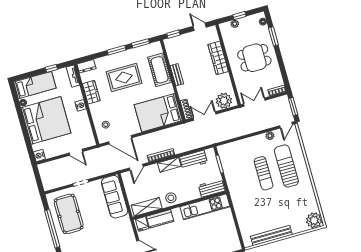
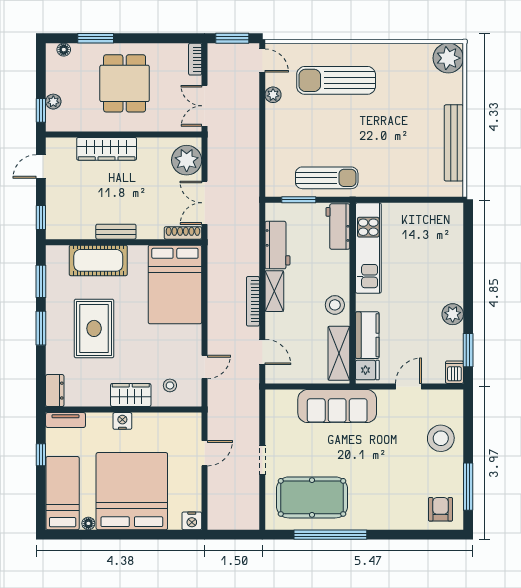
window: (239, 16) -> (41, 110), moved
wardrobe: (91, 92) -> (131, 395), moved
door: (120, 140) -> (204, 367), width x0.53
sun lounger: (264, 173) -> (327, 178), moved
sofa: (115, 197) -> (337, 406), moved

